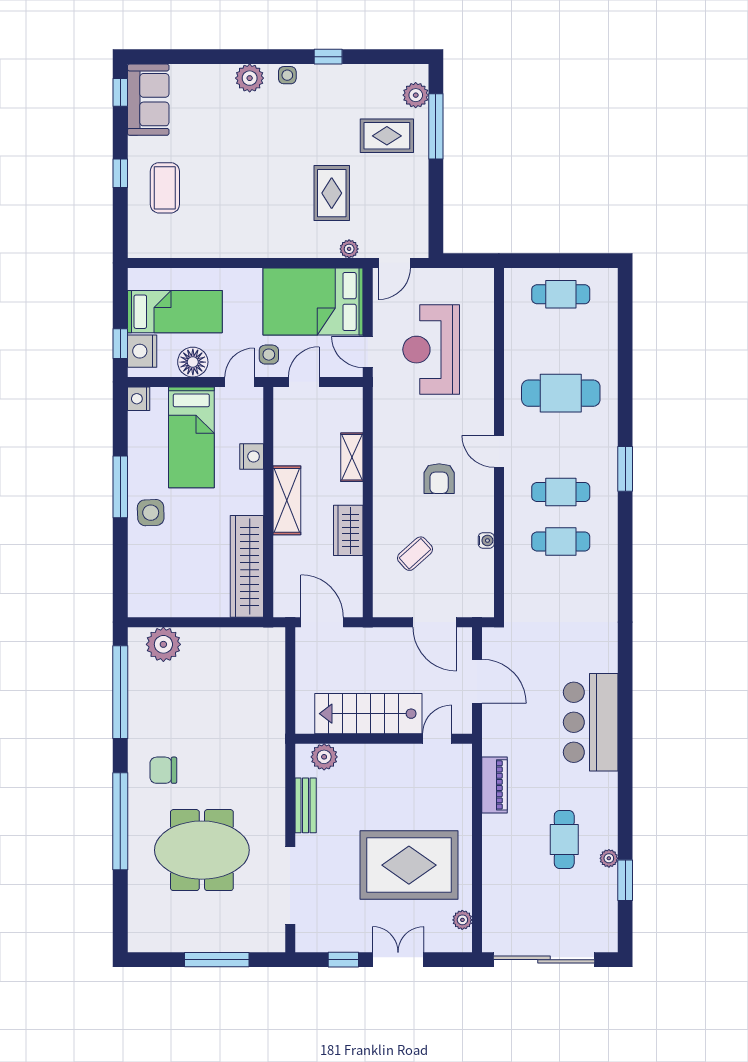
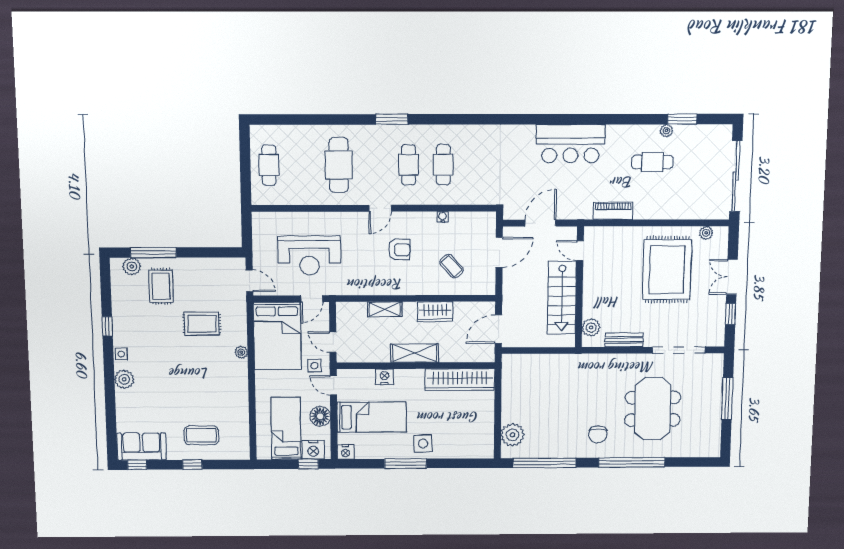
plant: (349, 249) -> (241, 352), moved

